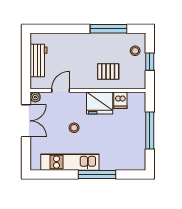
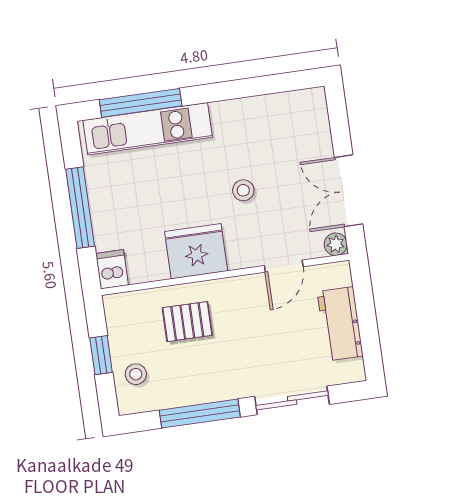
sliding door: (65, 29) -> (292, 400), added
dishwasher: (120, 100) -> (112, 269), moved
kitchen unit: (70, 162) -> (148, 129), moved
window: (97, 174) -> (141, 103), moved

